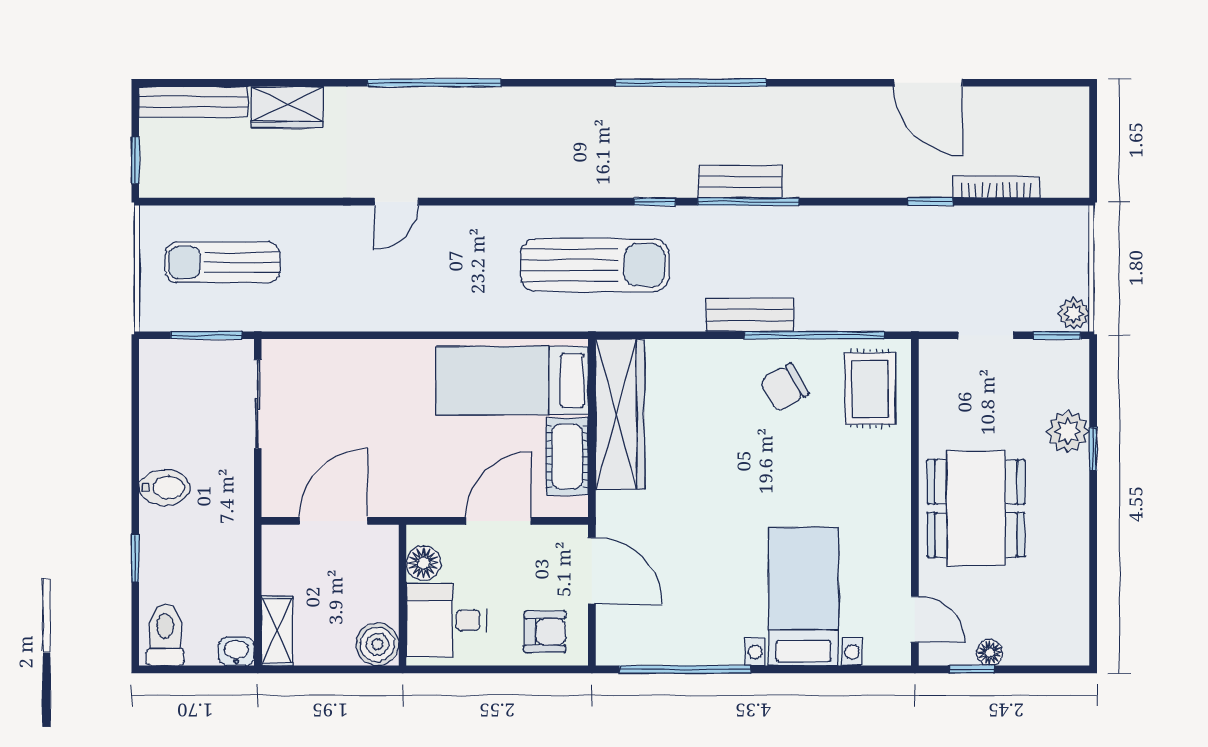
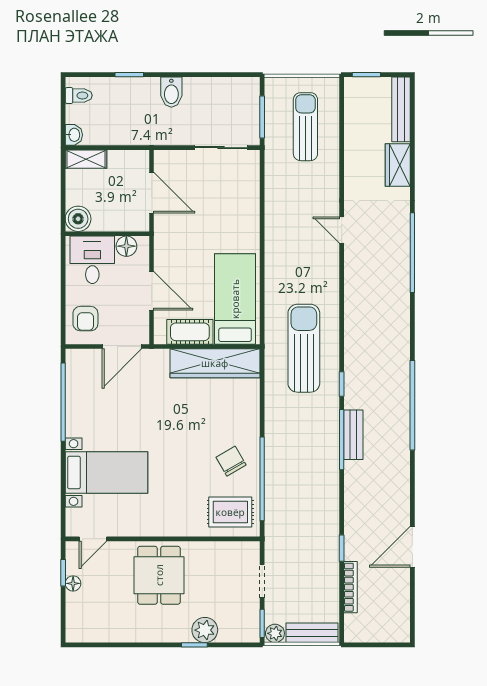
sun lounger: (595, 265) -> (304, 348), turned 180
bench: (750, 315) -> (312, 633), moved, turned 90
dining table: (976, 508) -> (159, 575), width x0.73
toilet: (165, 635) -> (79, 95), width x0.73, depth x0.72

